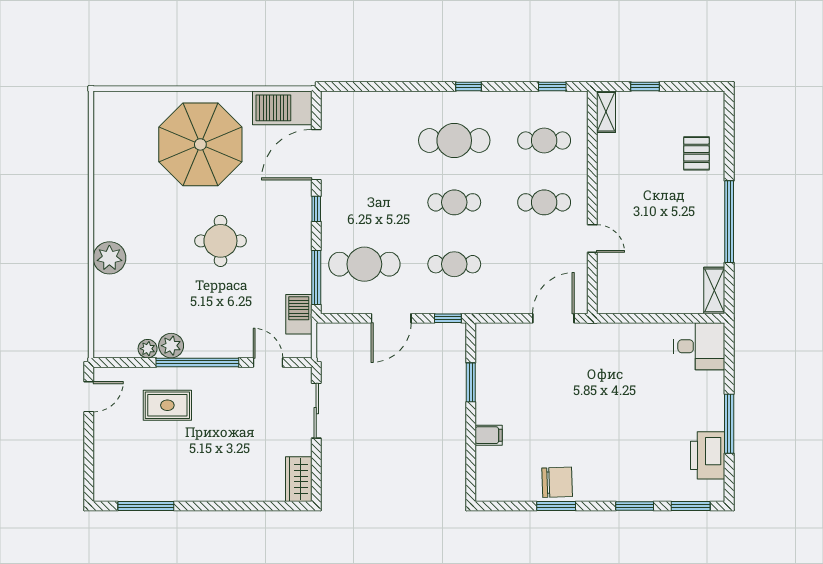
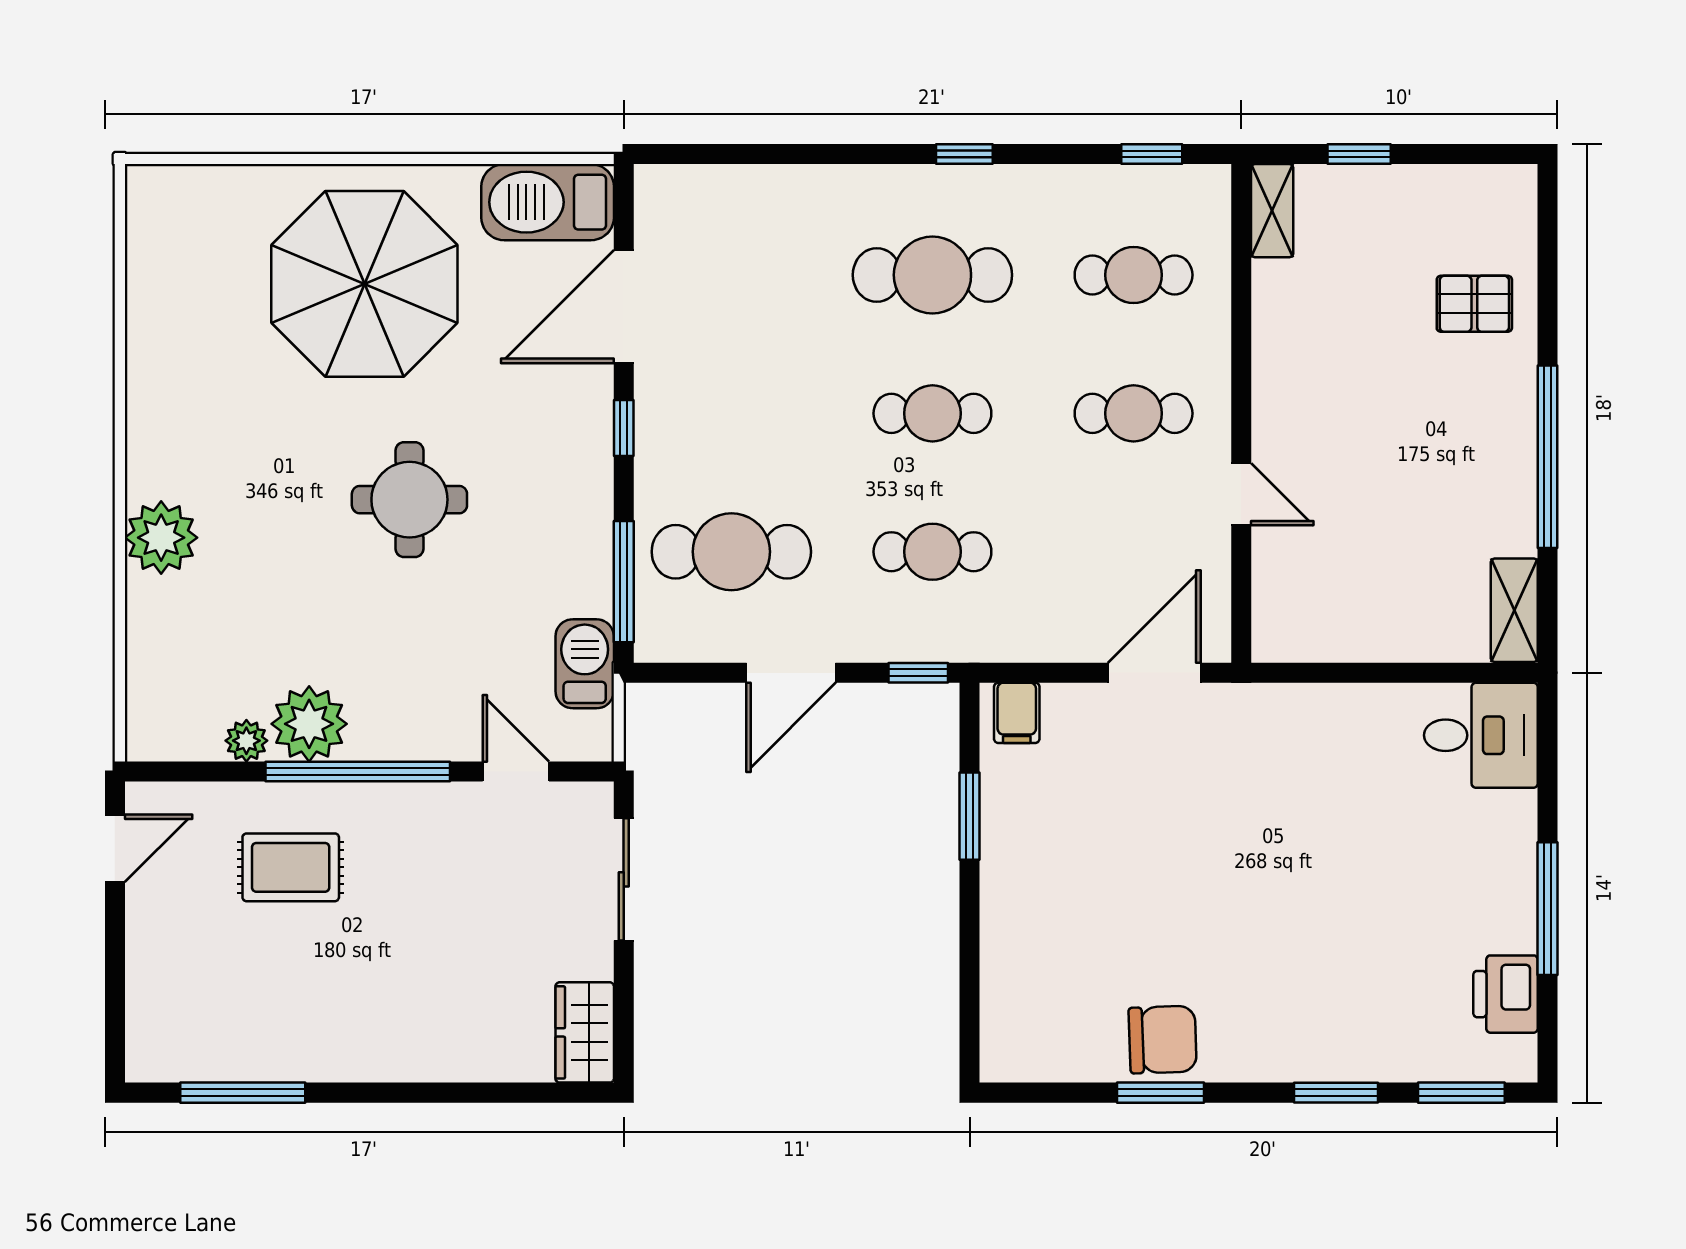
pallet: (696, 153) -> (1474, 304), turned 90
plant: (171, 346) -> (309, 724), width x1.36, depth x1.36
filing cabinet: (489, 435) -> (1017, 713), moved, turned 90
printer: (708, 455) -> (1506, 994), width x0.73, depth x0.84

